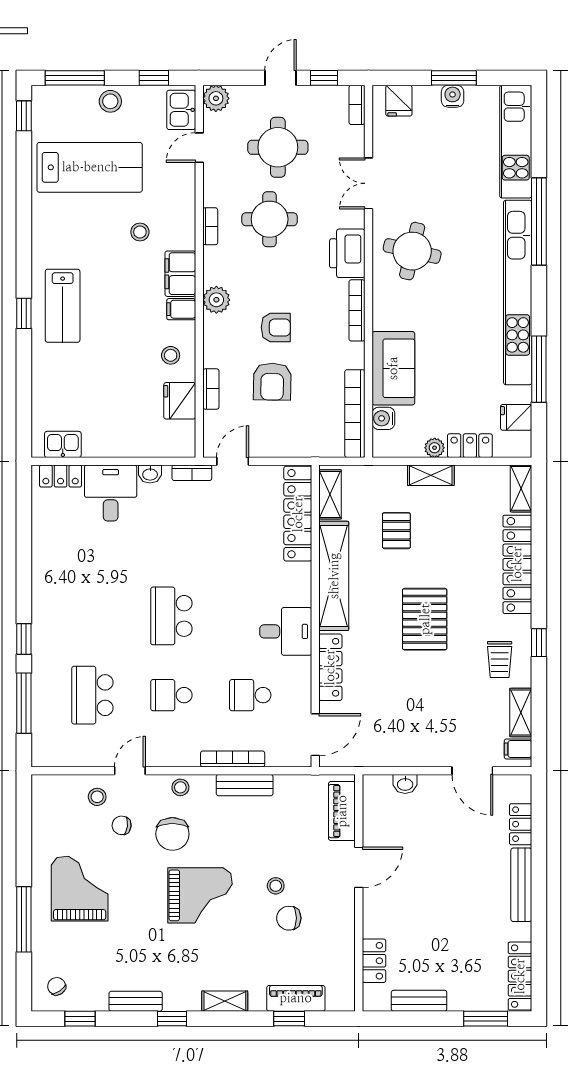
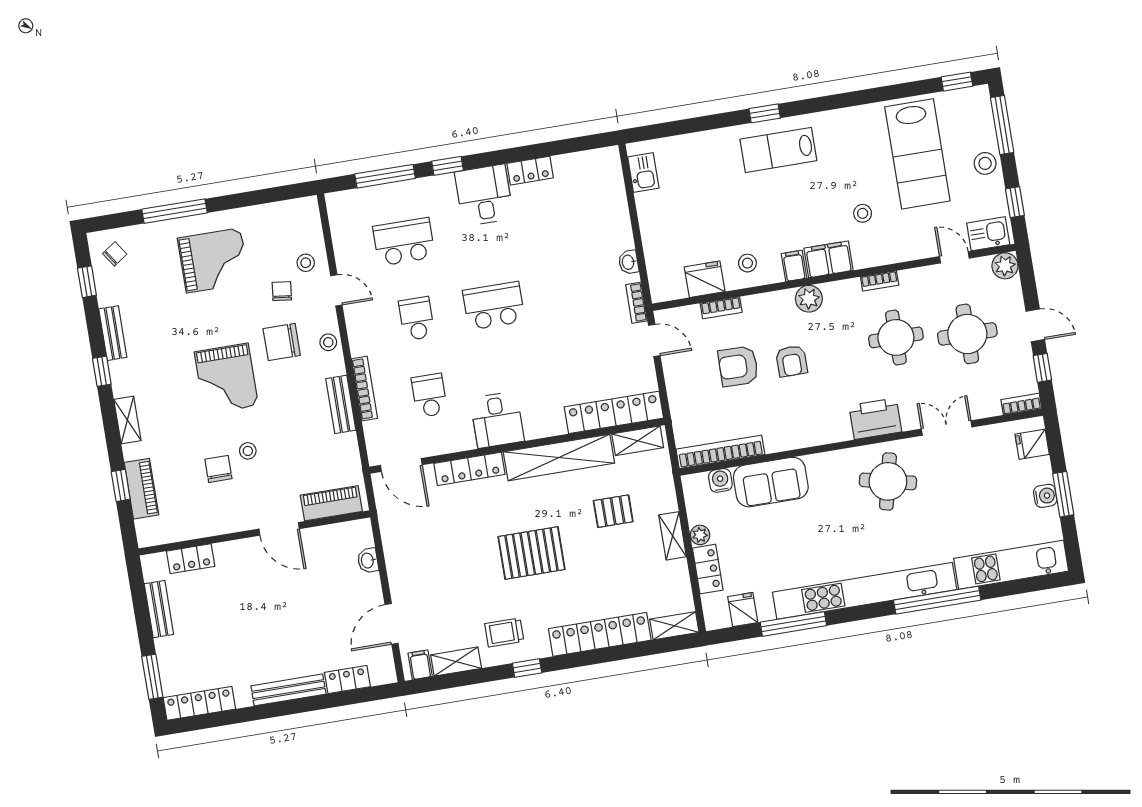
bookcase: (357, 310) -> (821, 437), removed
locker: (61, 476) -> (530, 171), moved, turned -90
desk: (111, 493) -> (484, 195), moved, turned -90

